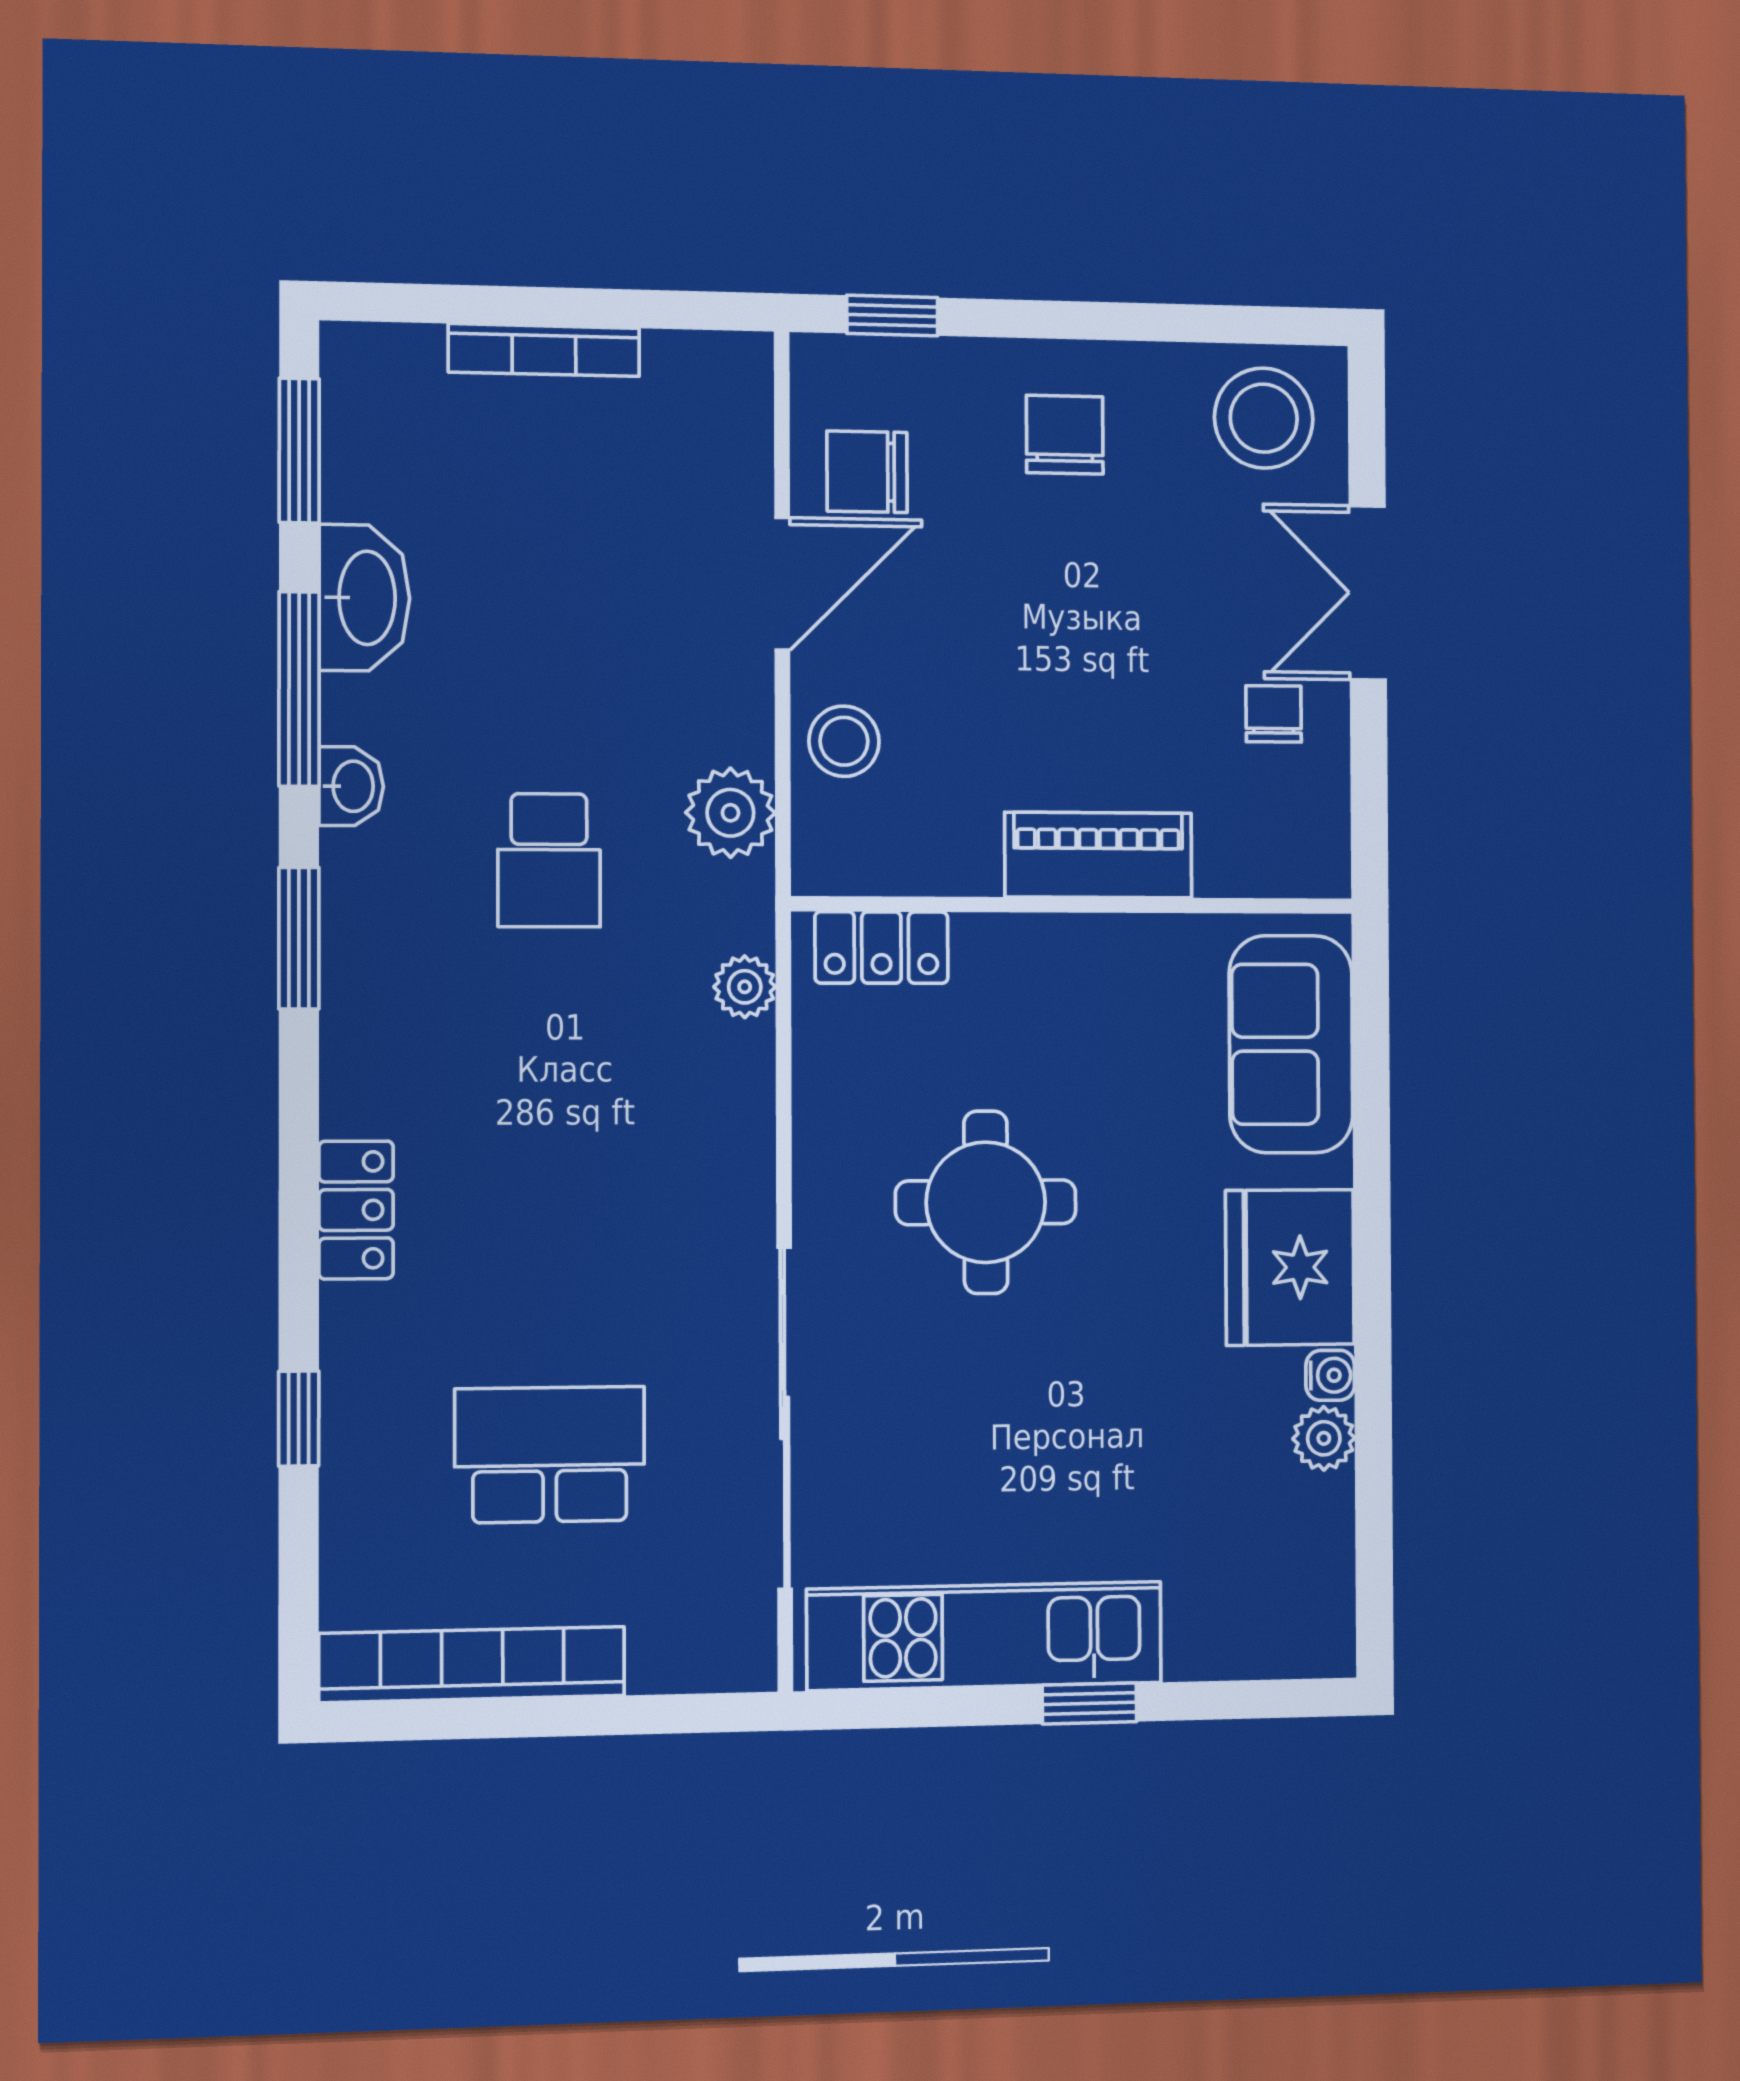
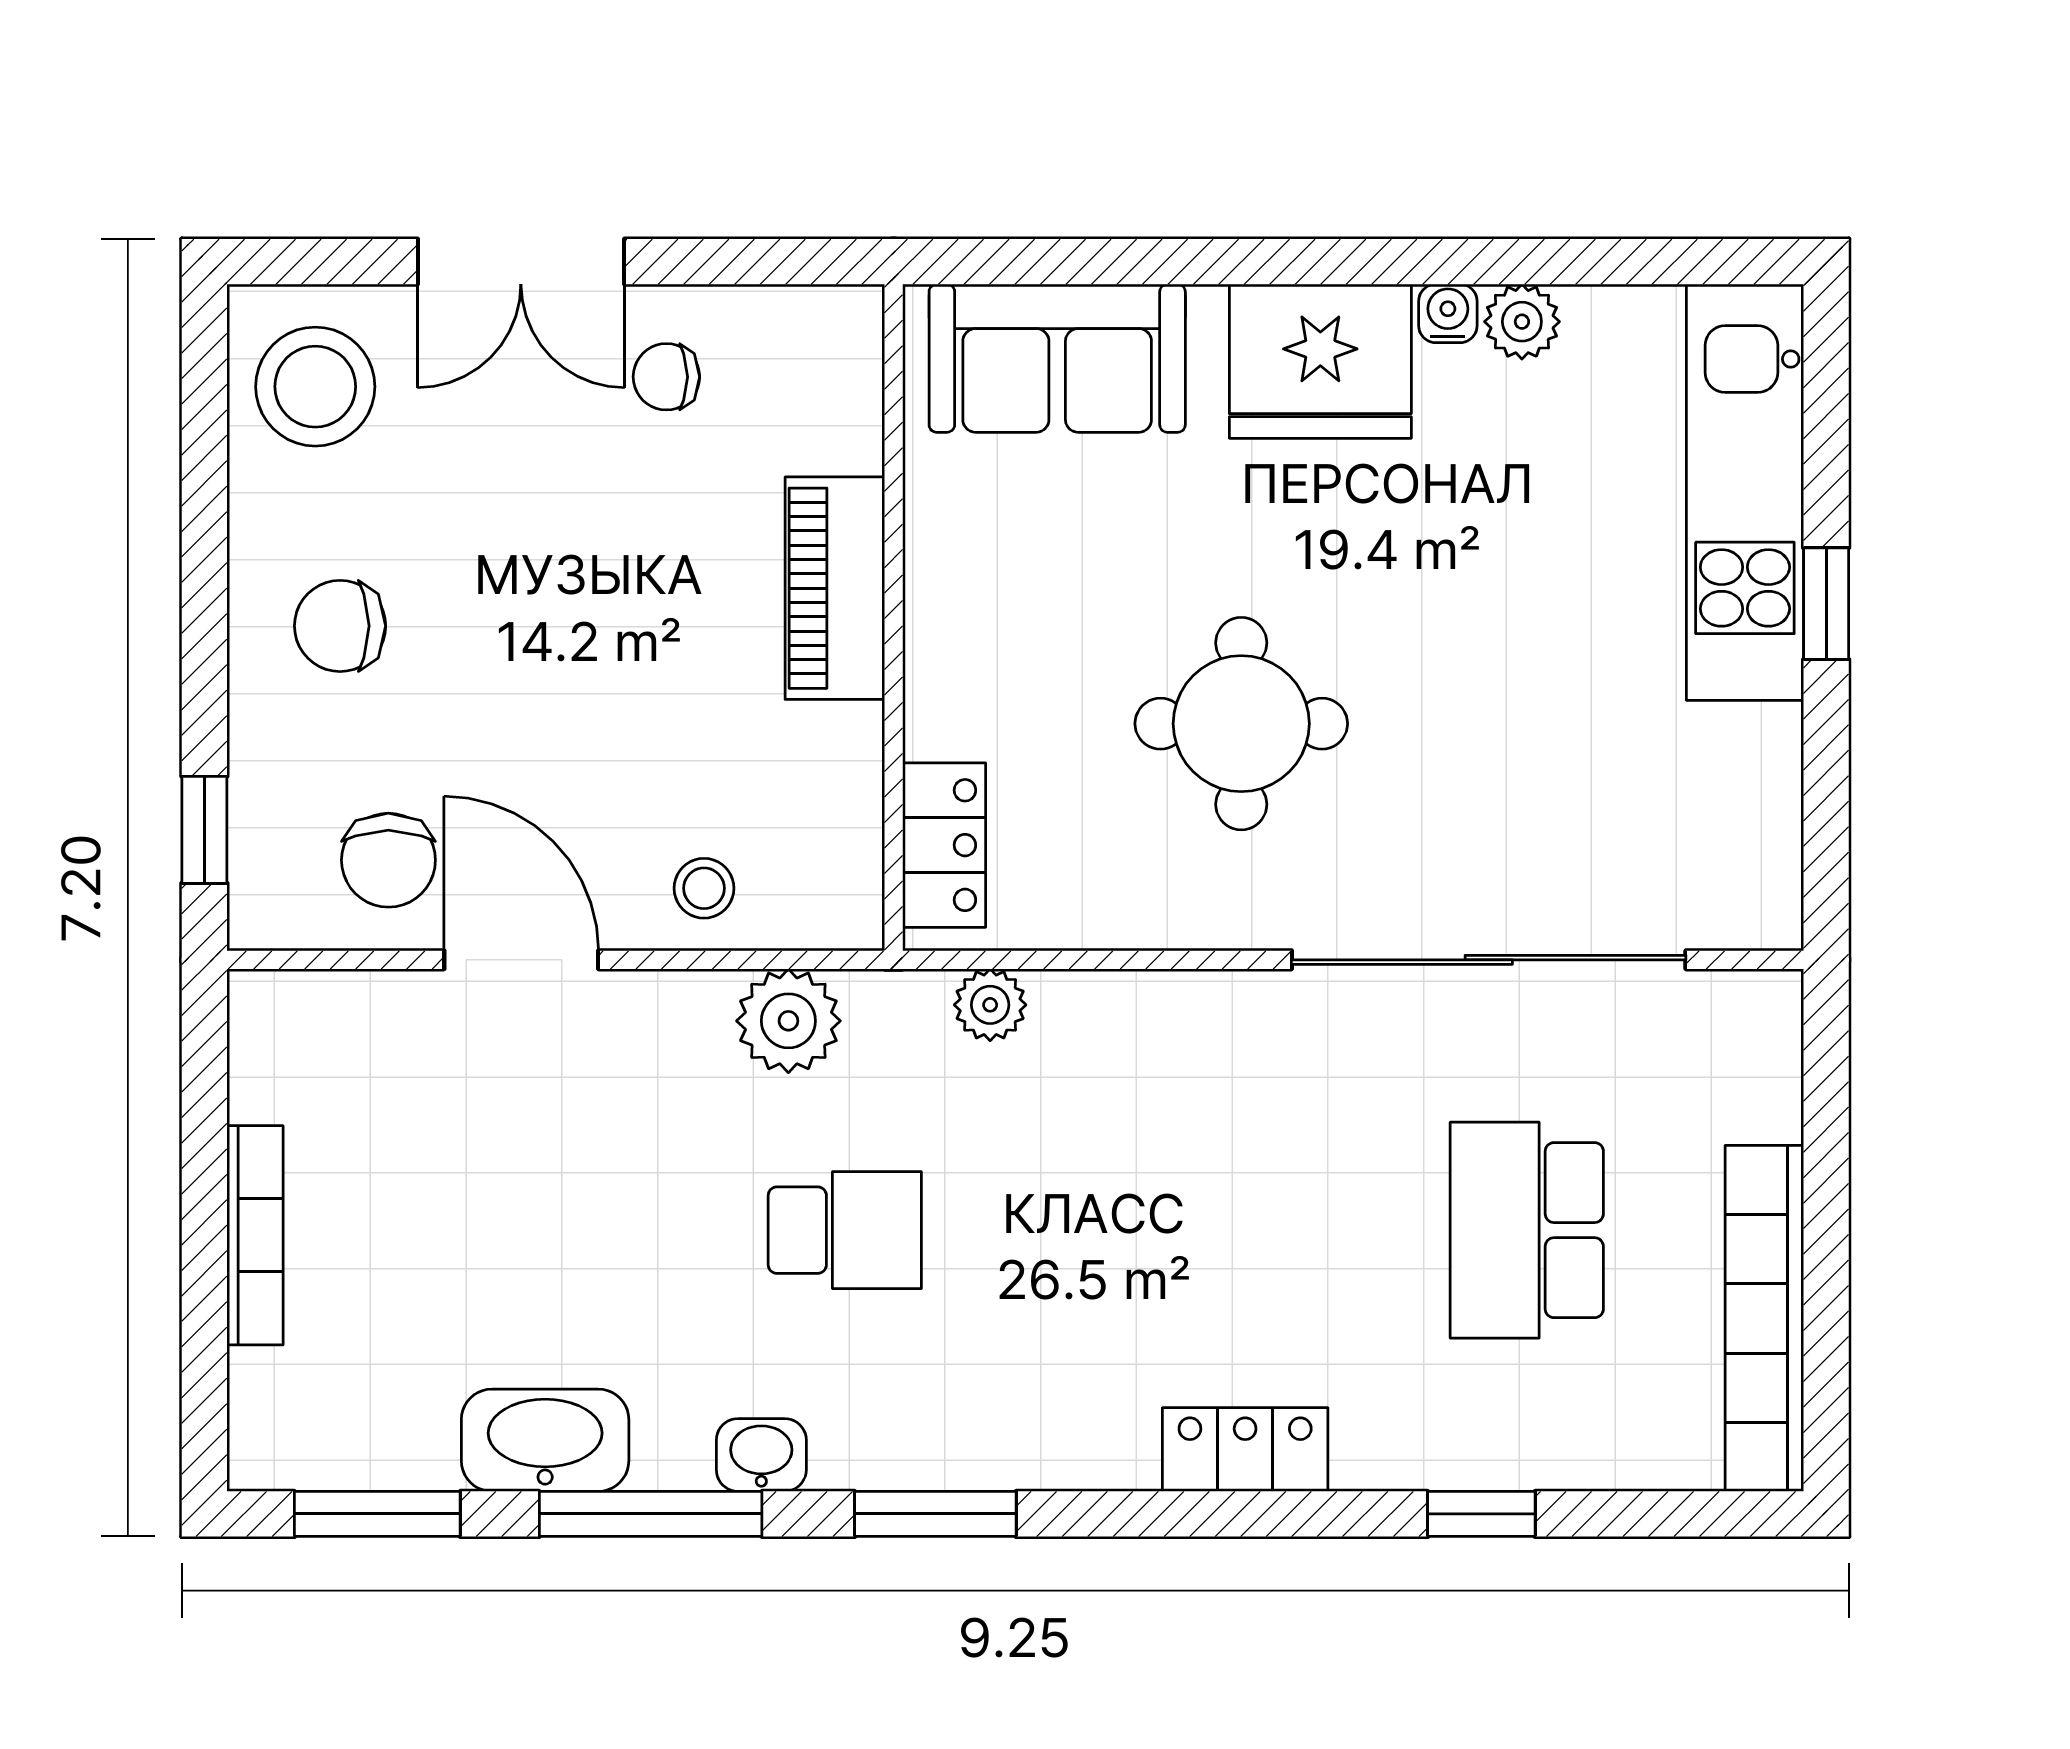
stool: (844, 741) -> (704, 888), width x0.73, depth x0.73
kitchen unit: (985, 1636) -> (1745, 492), moved

